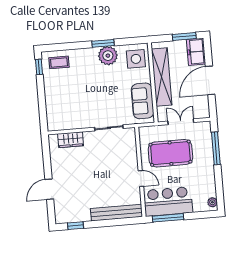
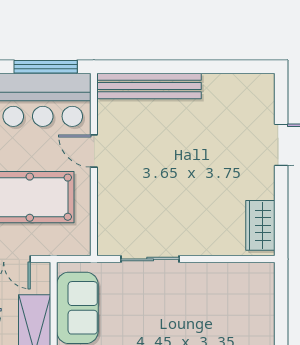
wardrobe: (71, 140) -> (260, 225), moved, turned -90
window: (75, 226) -> (234, 67), removed

